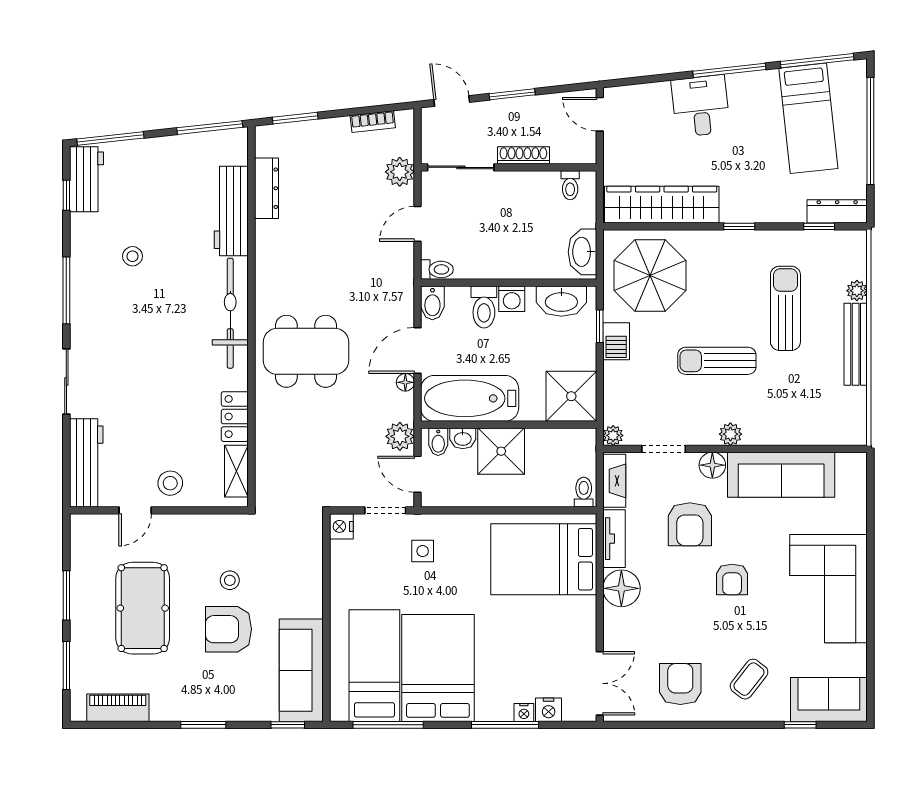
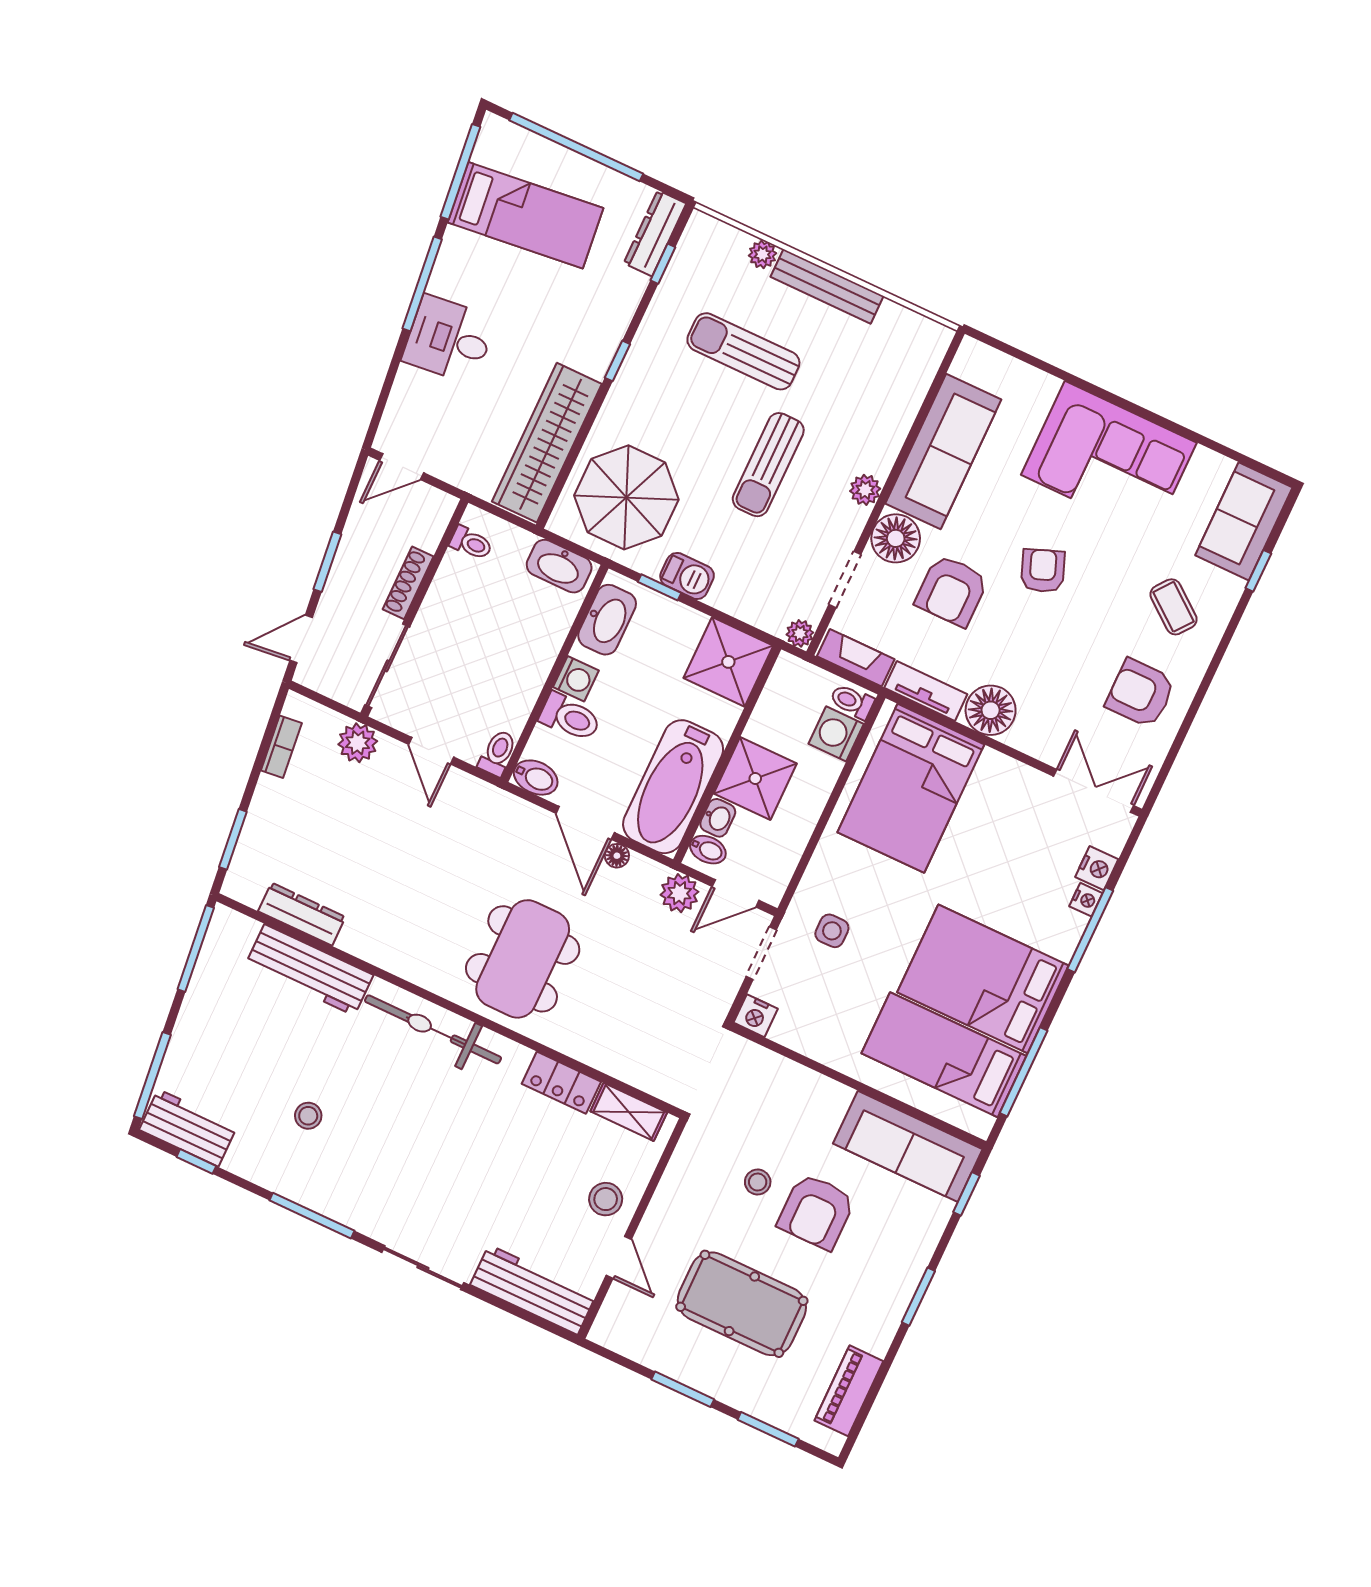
floor lamp: (712, 465) -> (896, 538), width x1.38, depth x1.38
washing machine: (557, 492) -> (836, 734), added
armchair: (690, 524) -> (952, 591), turned 90
armchair: (732, 579) -> (1043, 571), turned -111

